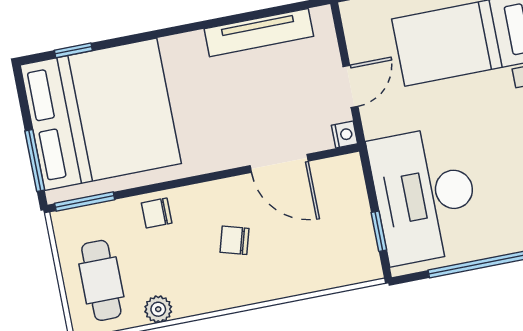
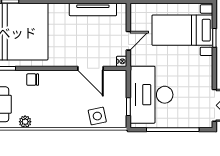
chair: (234, 240) -> (64, 98), removed
side table: (315, 265) -> (97, 116), added

